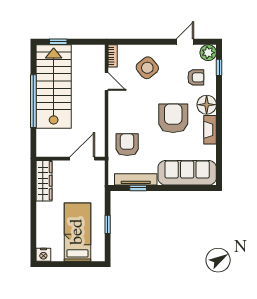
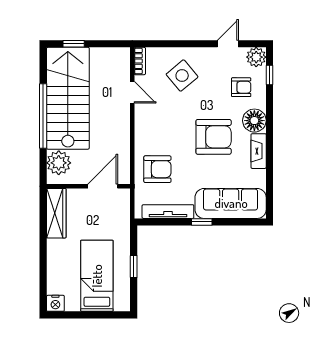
armchair: (173, 118) -> (214, 137), turned 90
plant: (46, 139) -> (59, 163), added
armchair: (127, 145) -> (157, 169), turned 90
window: (138, 188) -> (202, 222), moved

